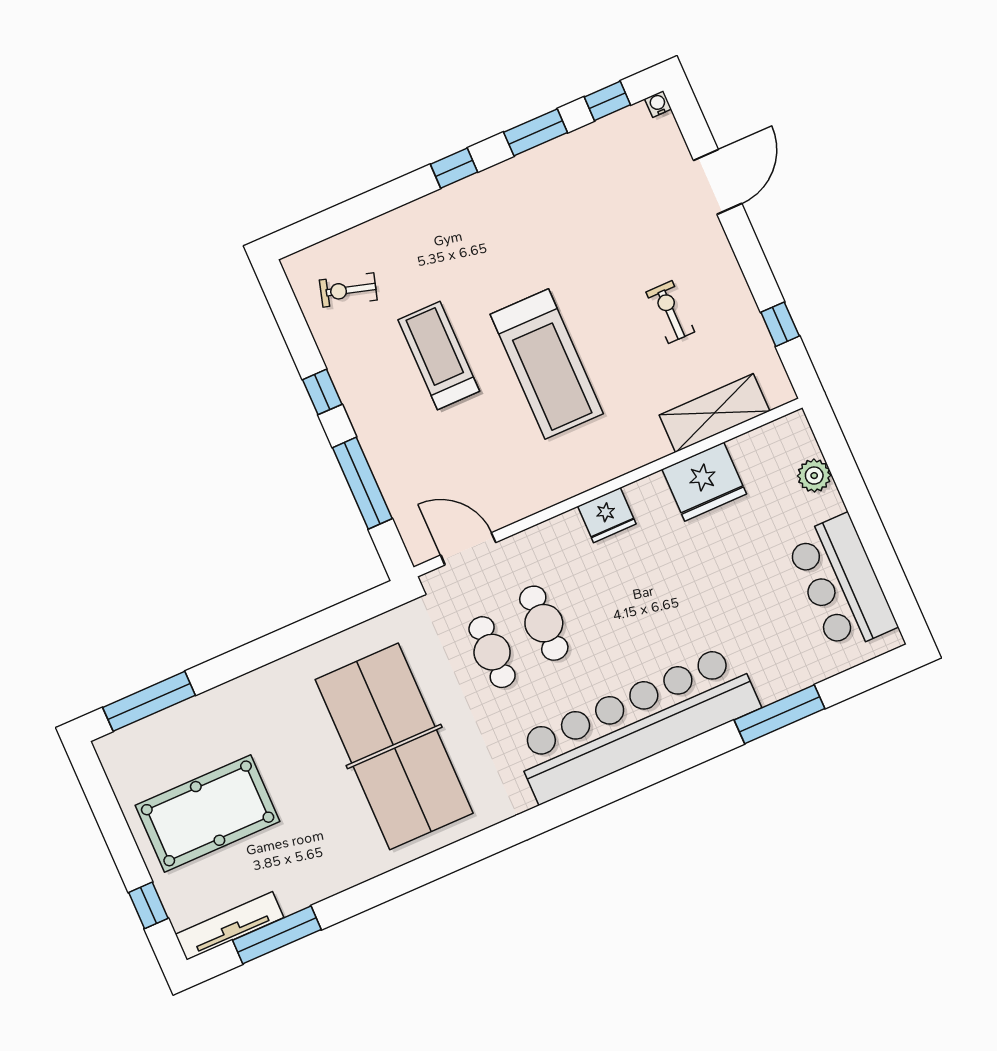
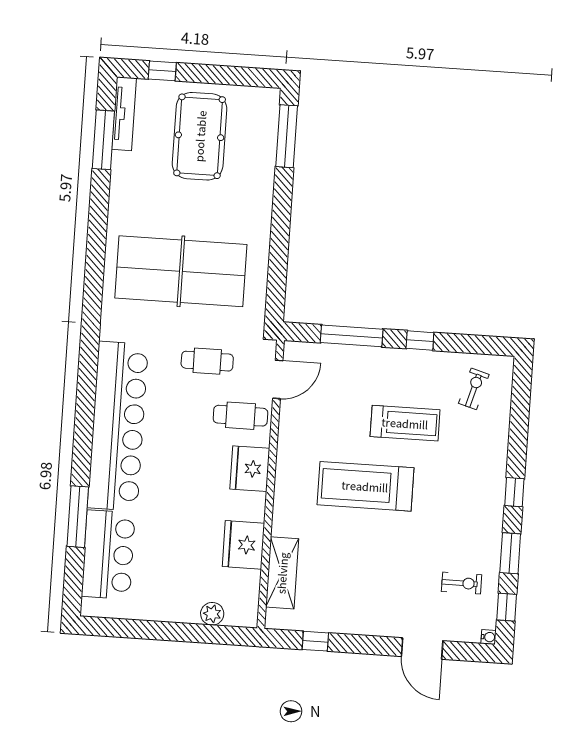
exercise bike: (670, 312) -> (462, 583), moved
fridge: (607, 515) -> (250, 469), width x1.36, depth x1.34
bar counter: (841, 583) -> (108, 555), moved, turned 90
cafe table: (544, 623) -> (240, 416), moved

